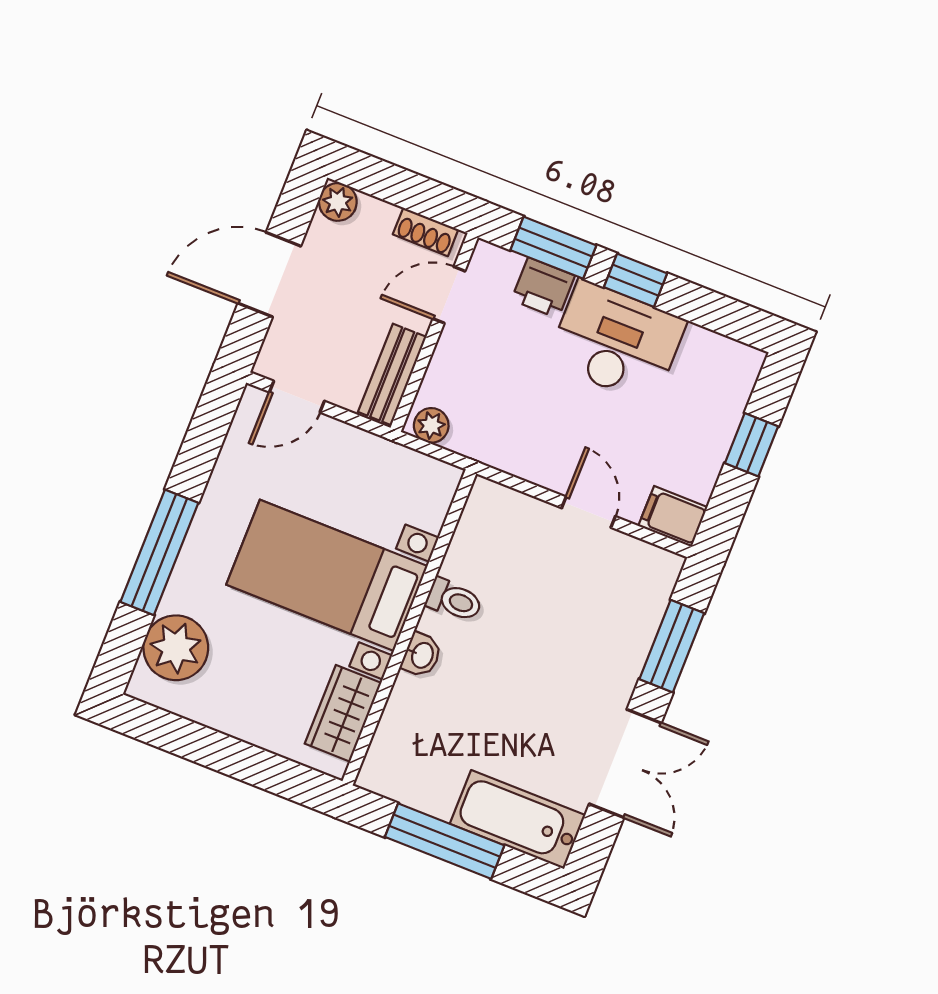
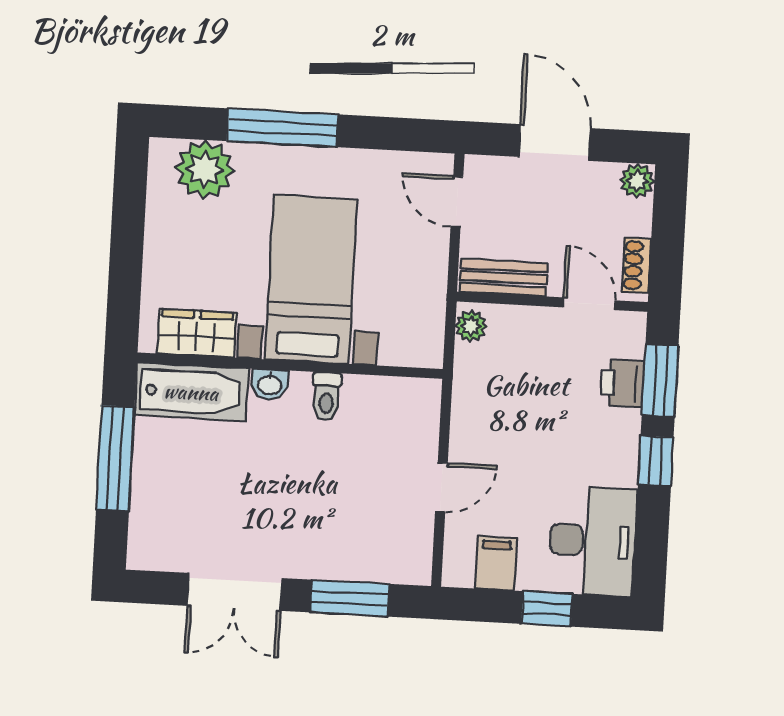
desk: (616, 342) -> (593, 541), moved
filing cabinet: (673, 517) -> (496, 563), moved
bathtub: (518, 820) -> (191, 392), moved, turned 90

